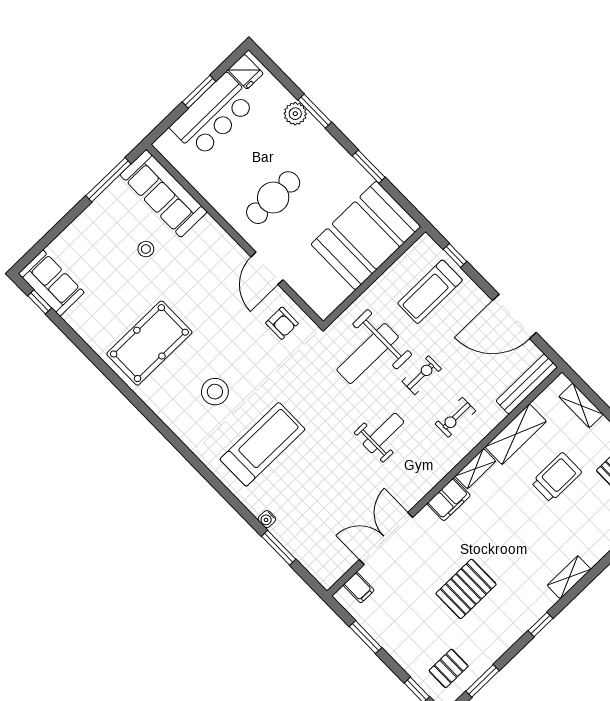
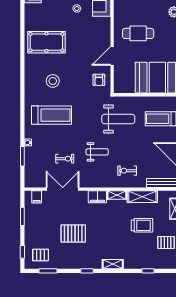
weight bench: (368, 354) -> (118, 119), turned 180
exercise bike: (422, 375) -> (65, 159), moved

